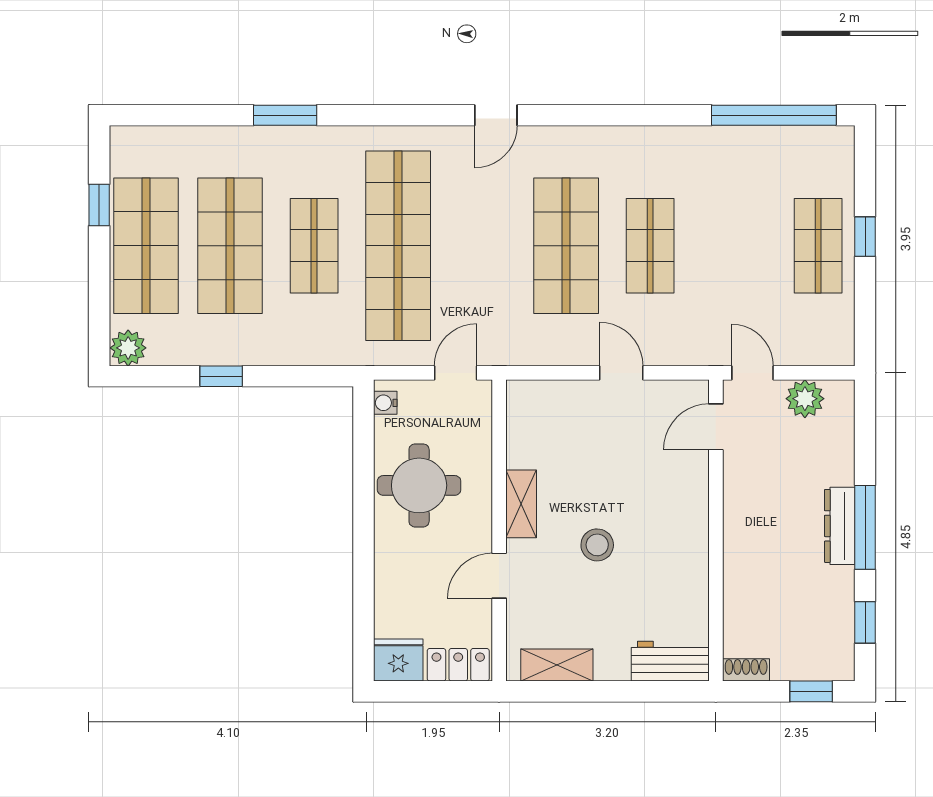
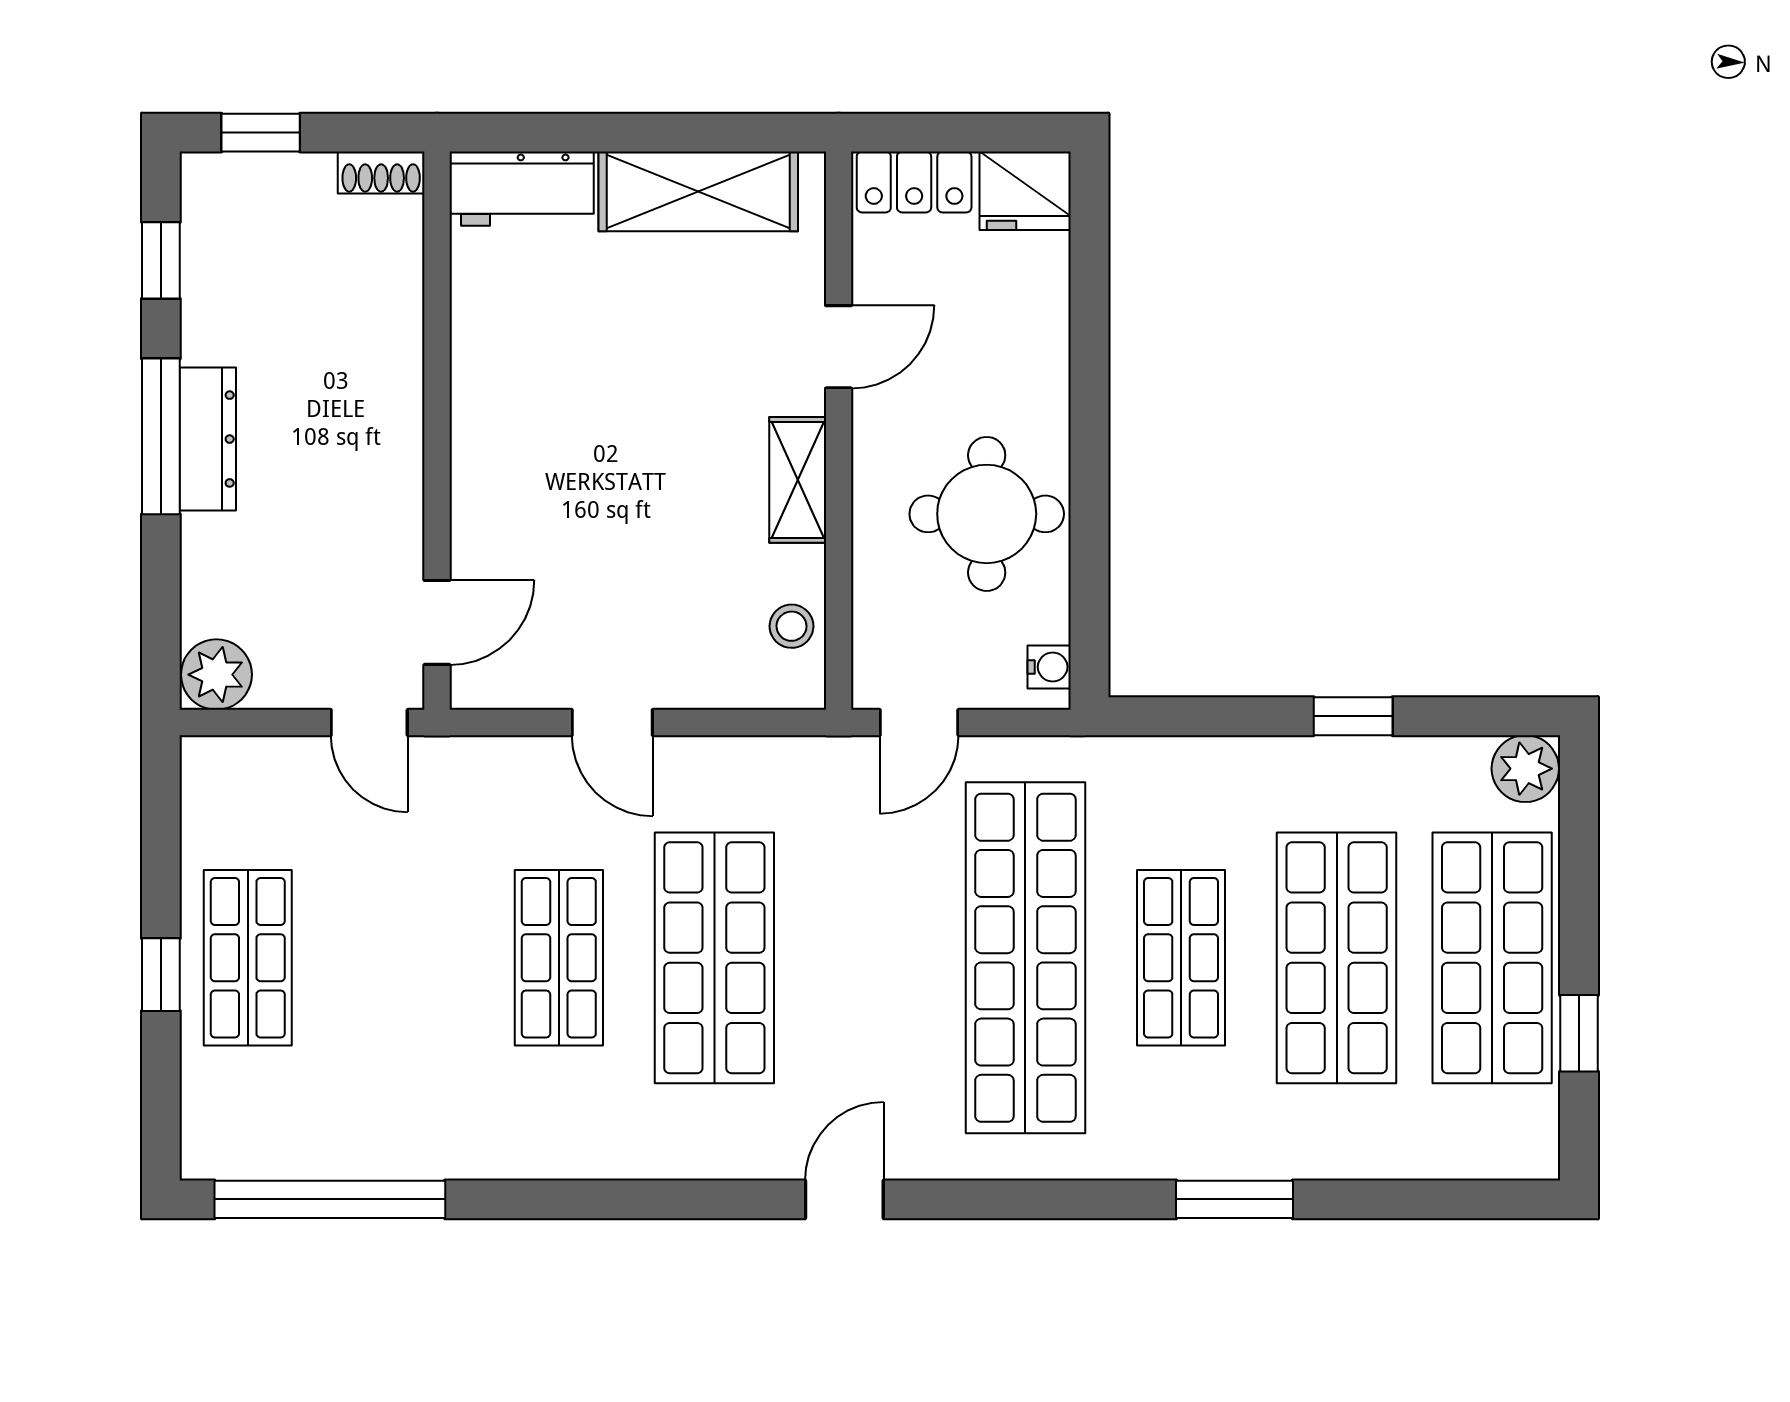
plant: (805, 399) -> (216, 675), moved
stool: (597, 545) -> (792, 626), moved, width x0.73, depth x0.73
shelving: (557, 665) -> (698, 191), width x1.50, depth x1.33

